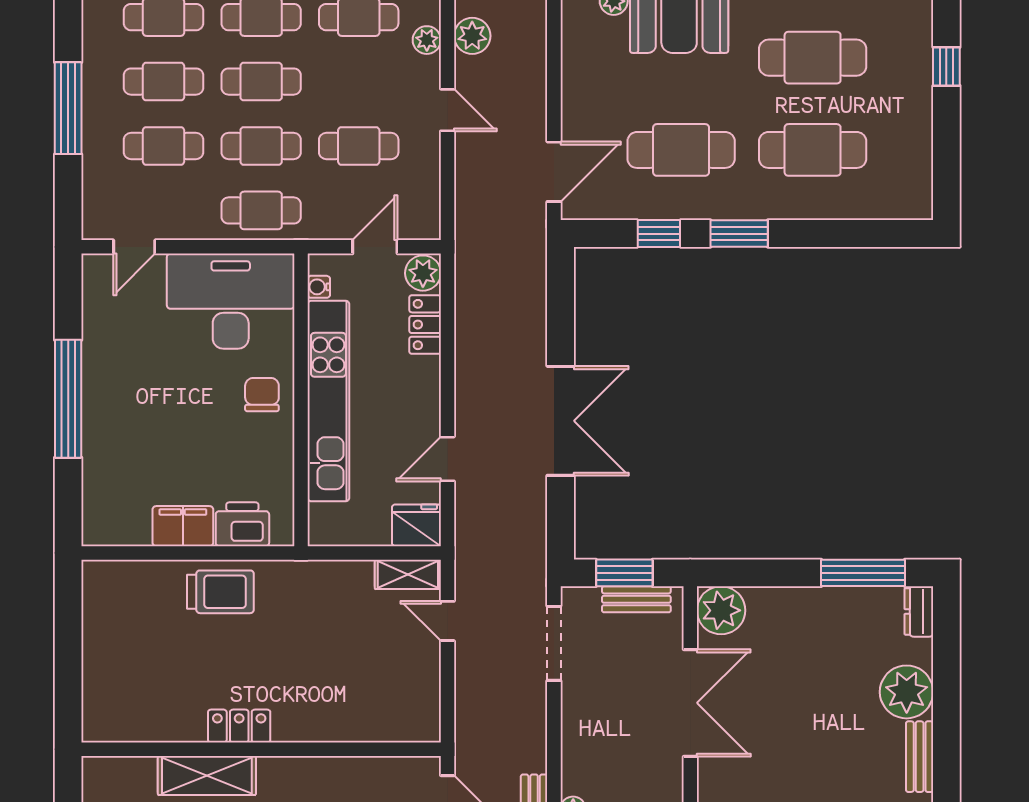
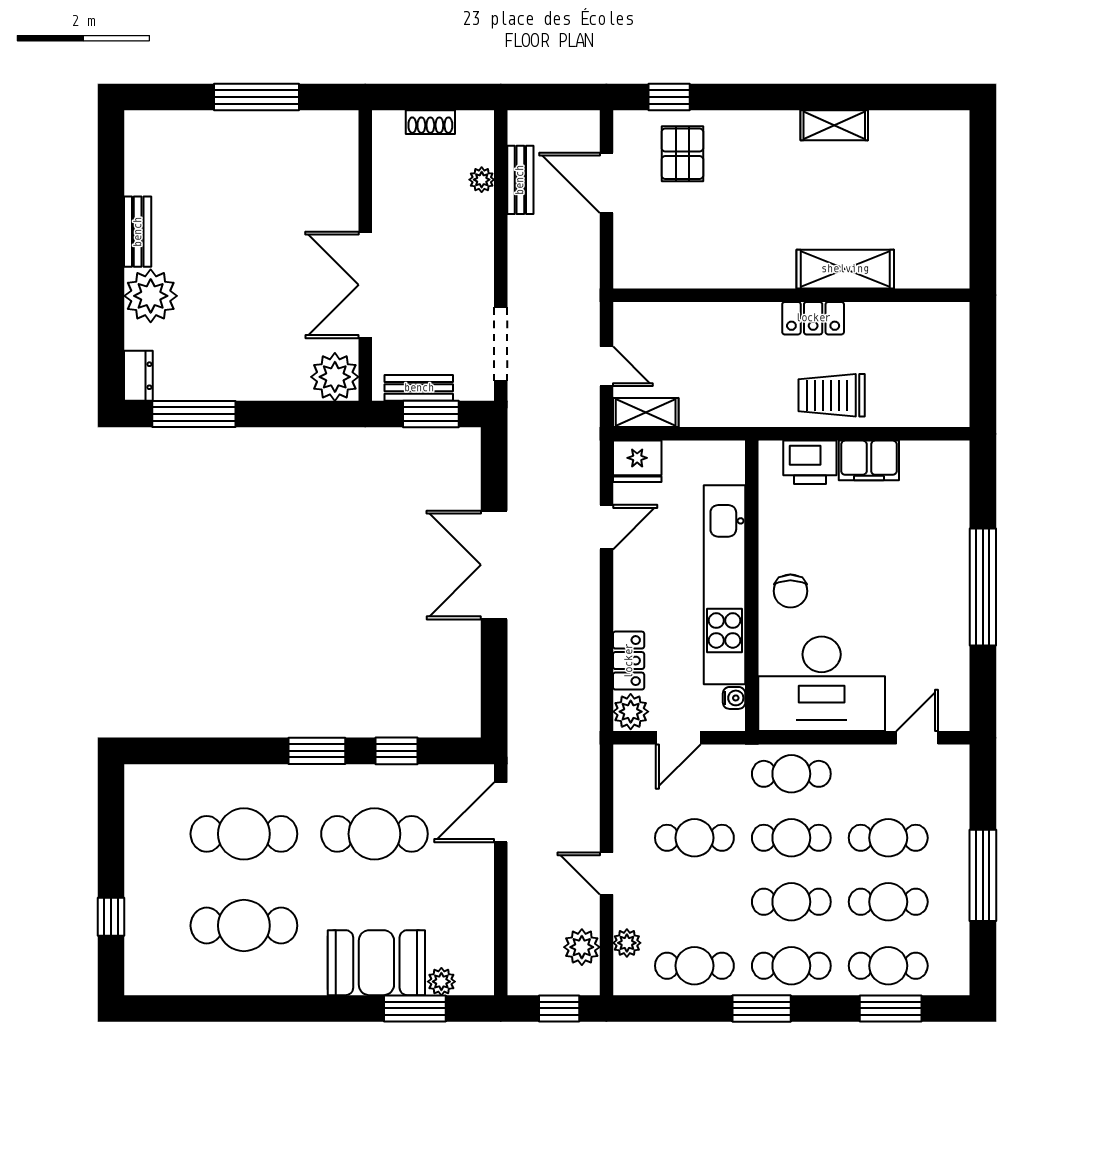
locker: (239, 726) -> (813, 318), moved
wall: (261, 749) -> (791, 295), moved
shelving: (207, 775) -> (845, 269), moved

